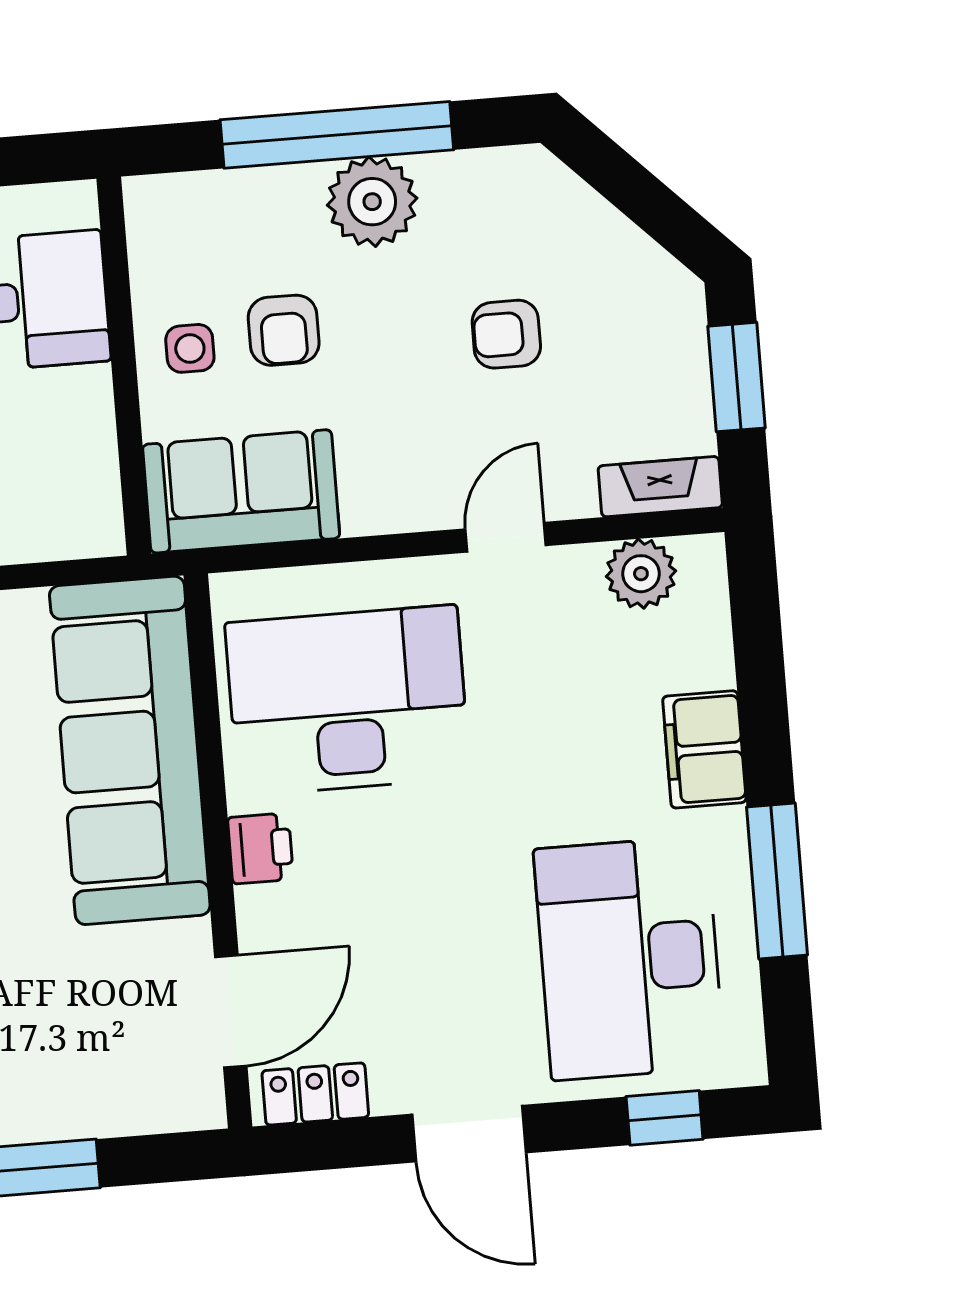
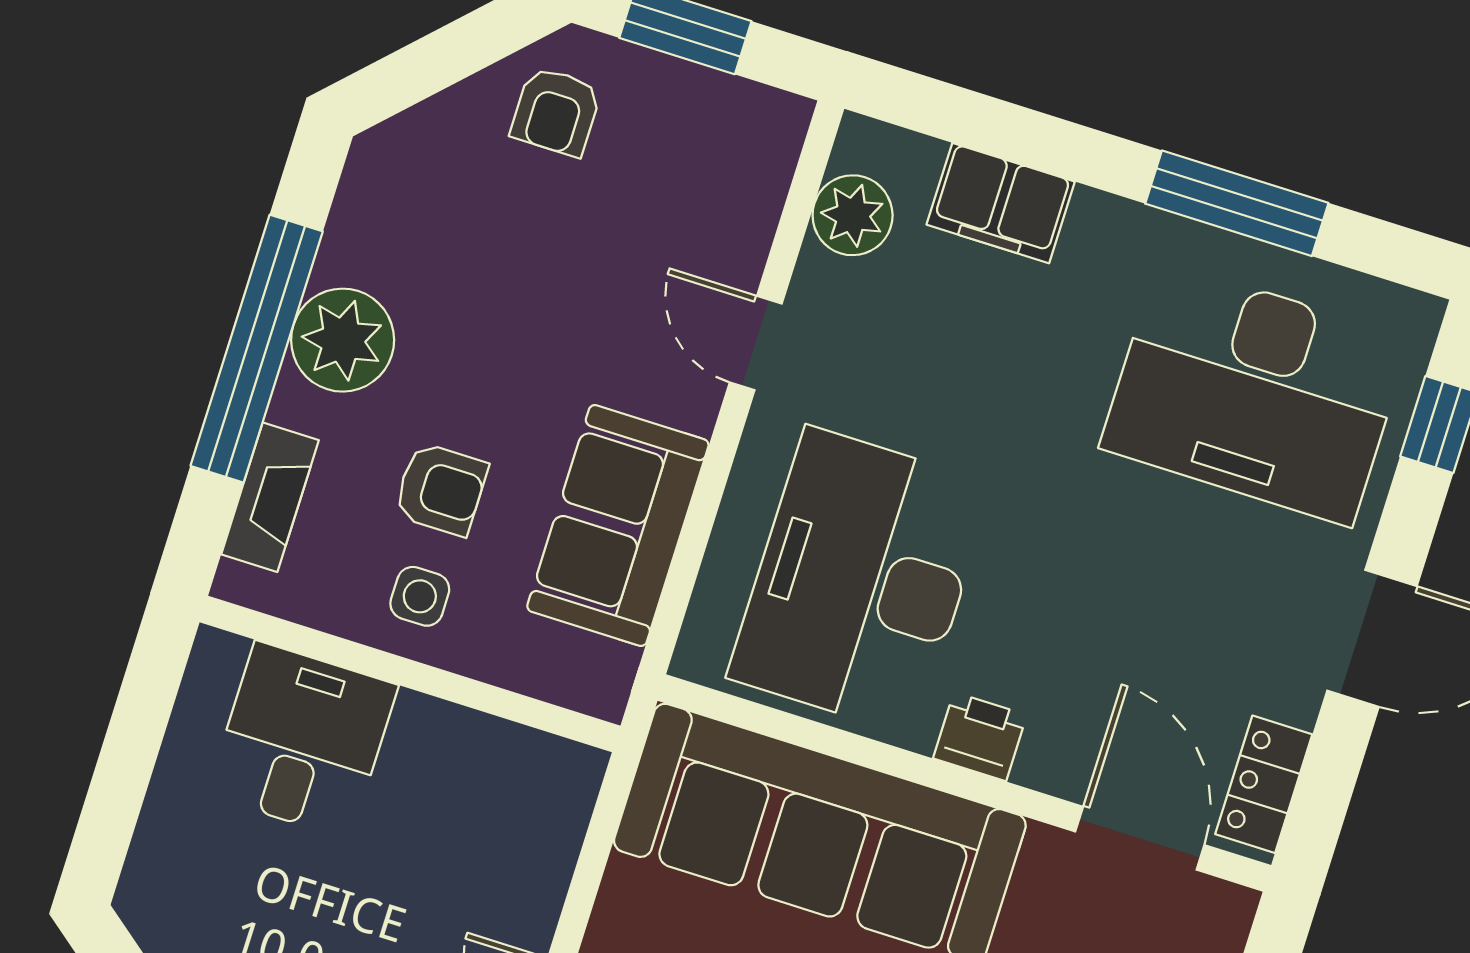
armchair: (506, 334) -> (556, 111), moved
fireplace: (660, 487) -> (270, 497), moved, turned 180
sofa: (241, 491) -> (618, 526), moved
filing cabinet: (704, 749) -> (1001, 203), moved

